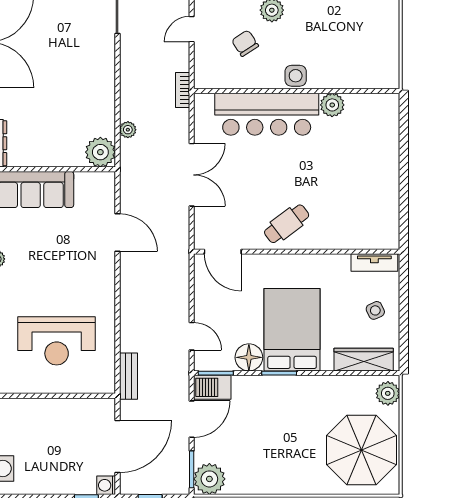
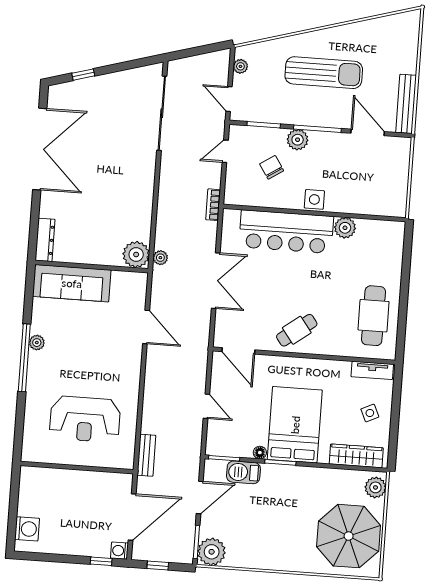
plant: (128, 130) -> (160, 258), moved
cafe table: (371, 201) -> (373, 316), added
door: (192, 336) -> (206, 406), moved
floor lamp: (249, 357) -> (260, 453), width x0.53, depth x0.53
barbecue: (212, 387) -> (243, 472), moved

